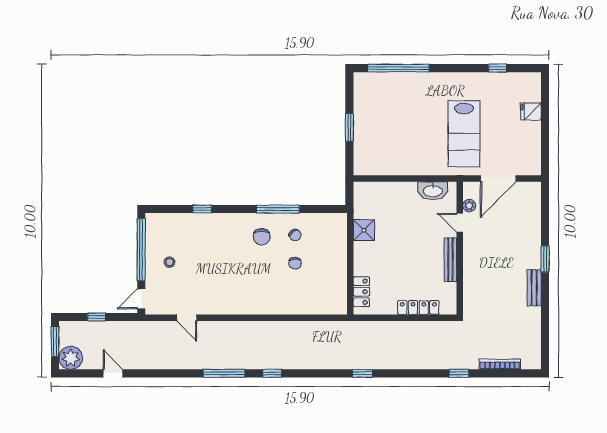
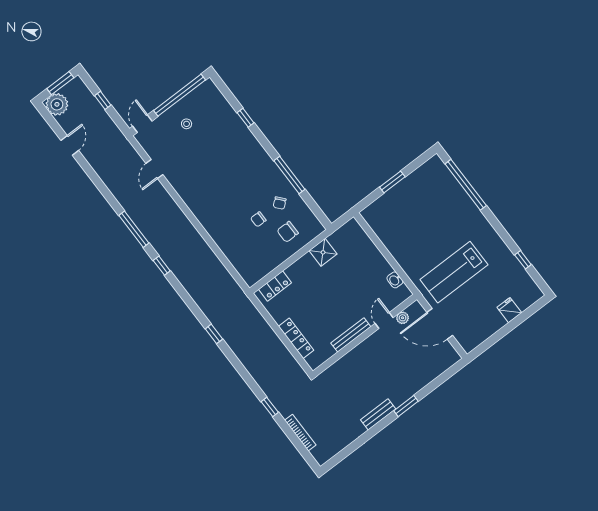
washbasin: (433, 191) -> (395, 280), width x0.52, depth x0.69
chair: (262, 237) -> (288, 232), moved
door: (141, 299) -> (142, 124), hinge flipped

